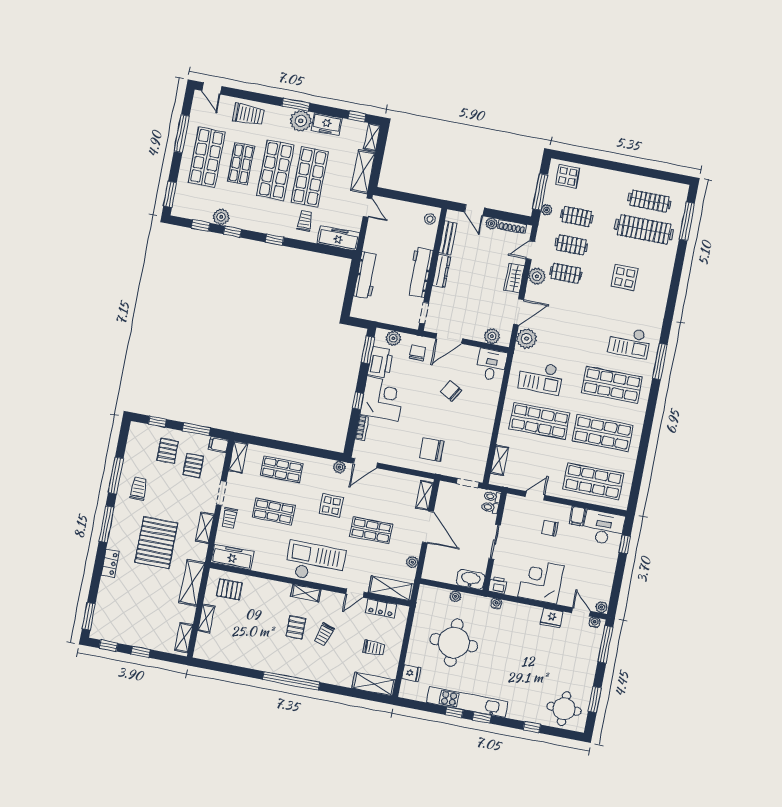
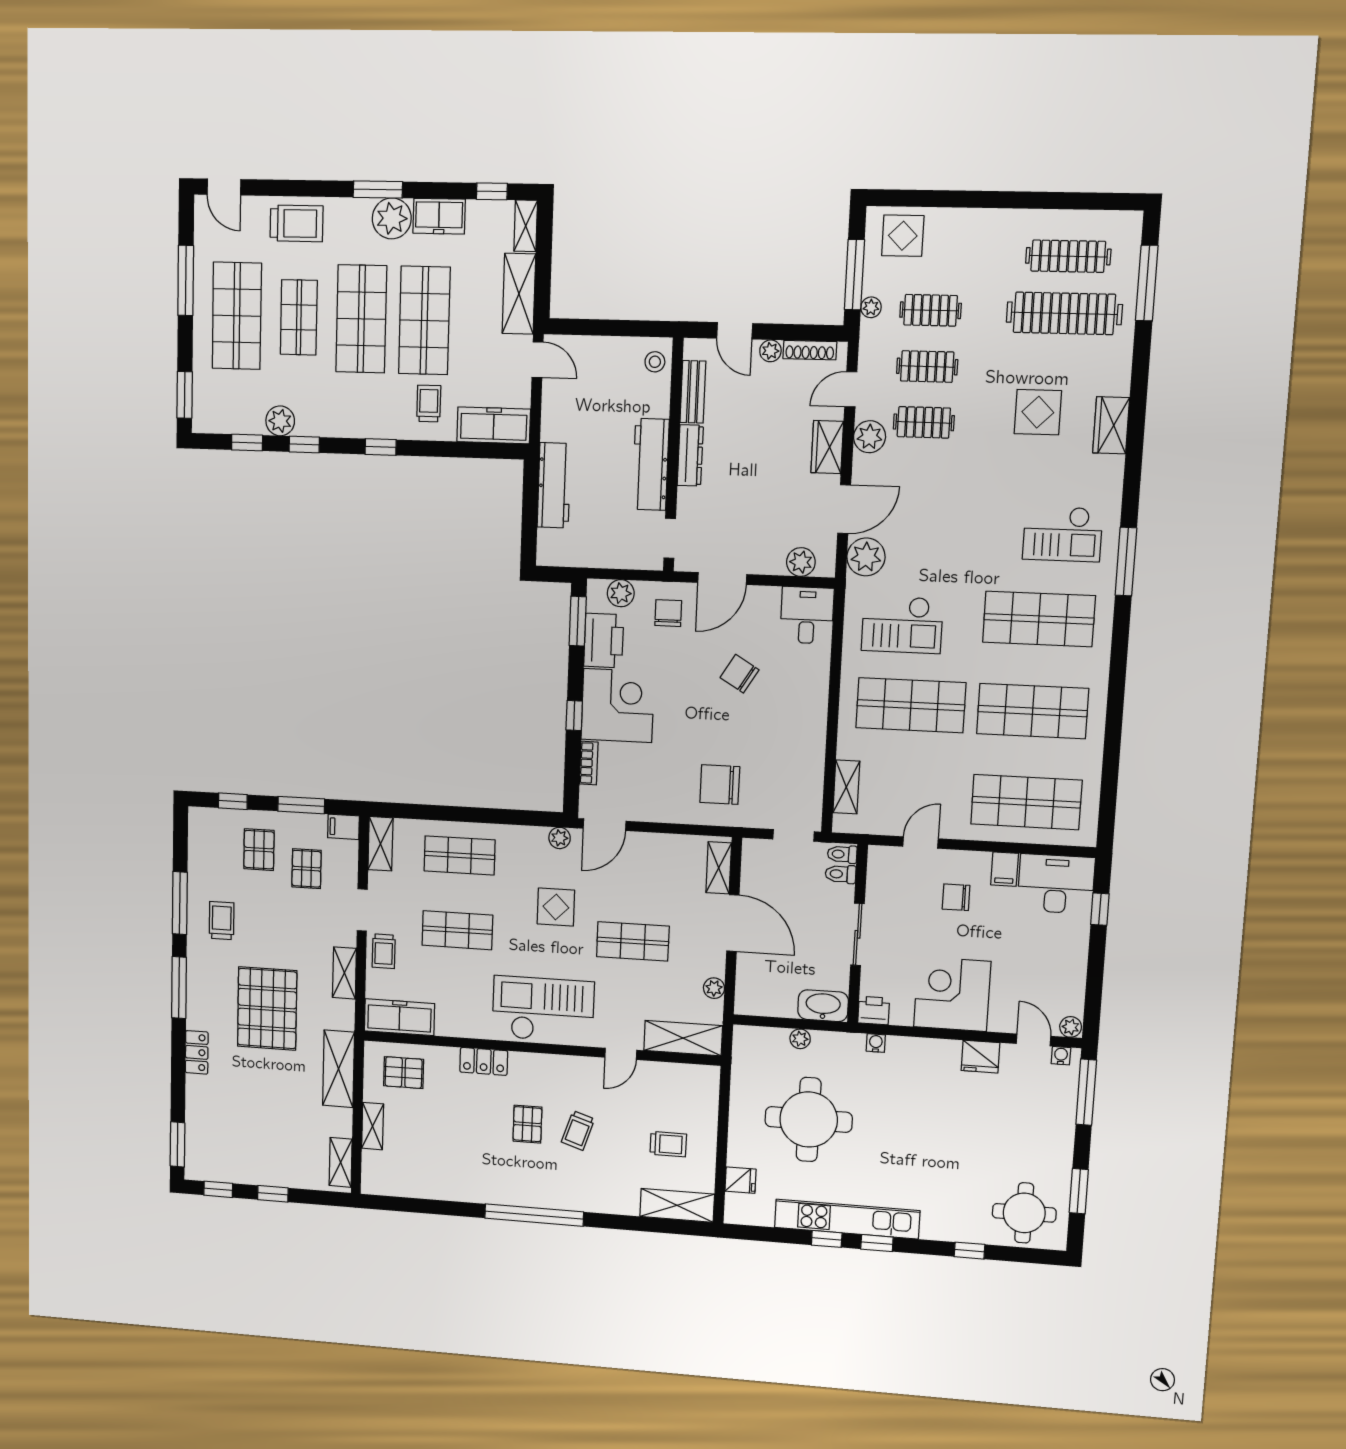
wardrobe: (661, 290) -> (1111, 425), added
shelving: (306, 593) -> (535, 1064), removed
locker: (381, 608) -> (484, 1061), moved

